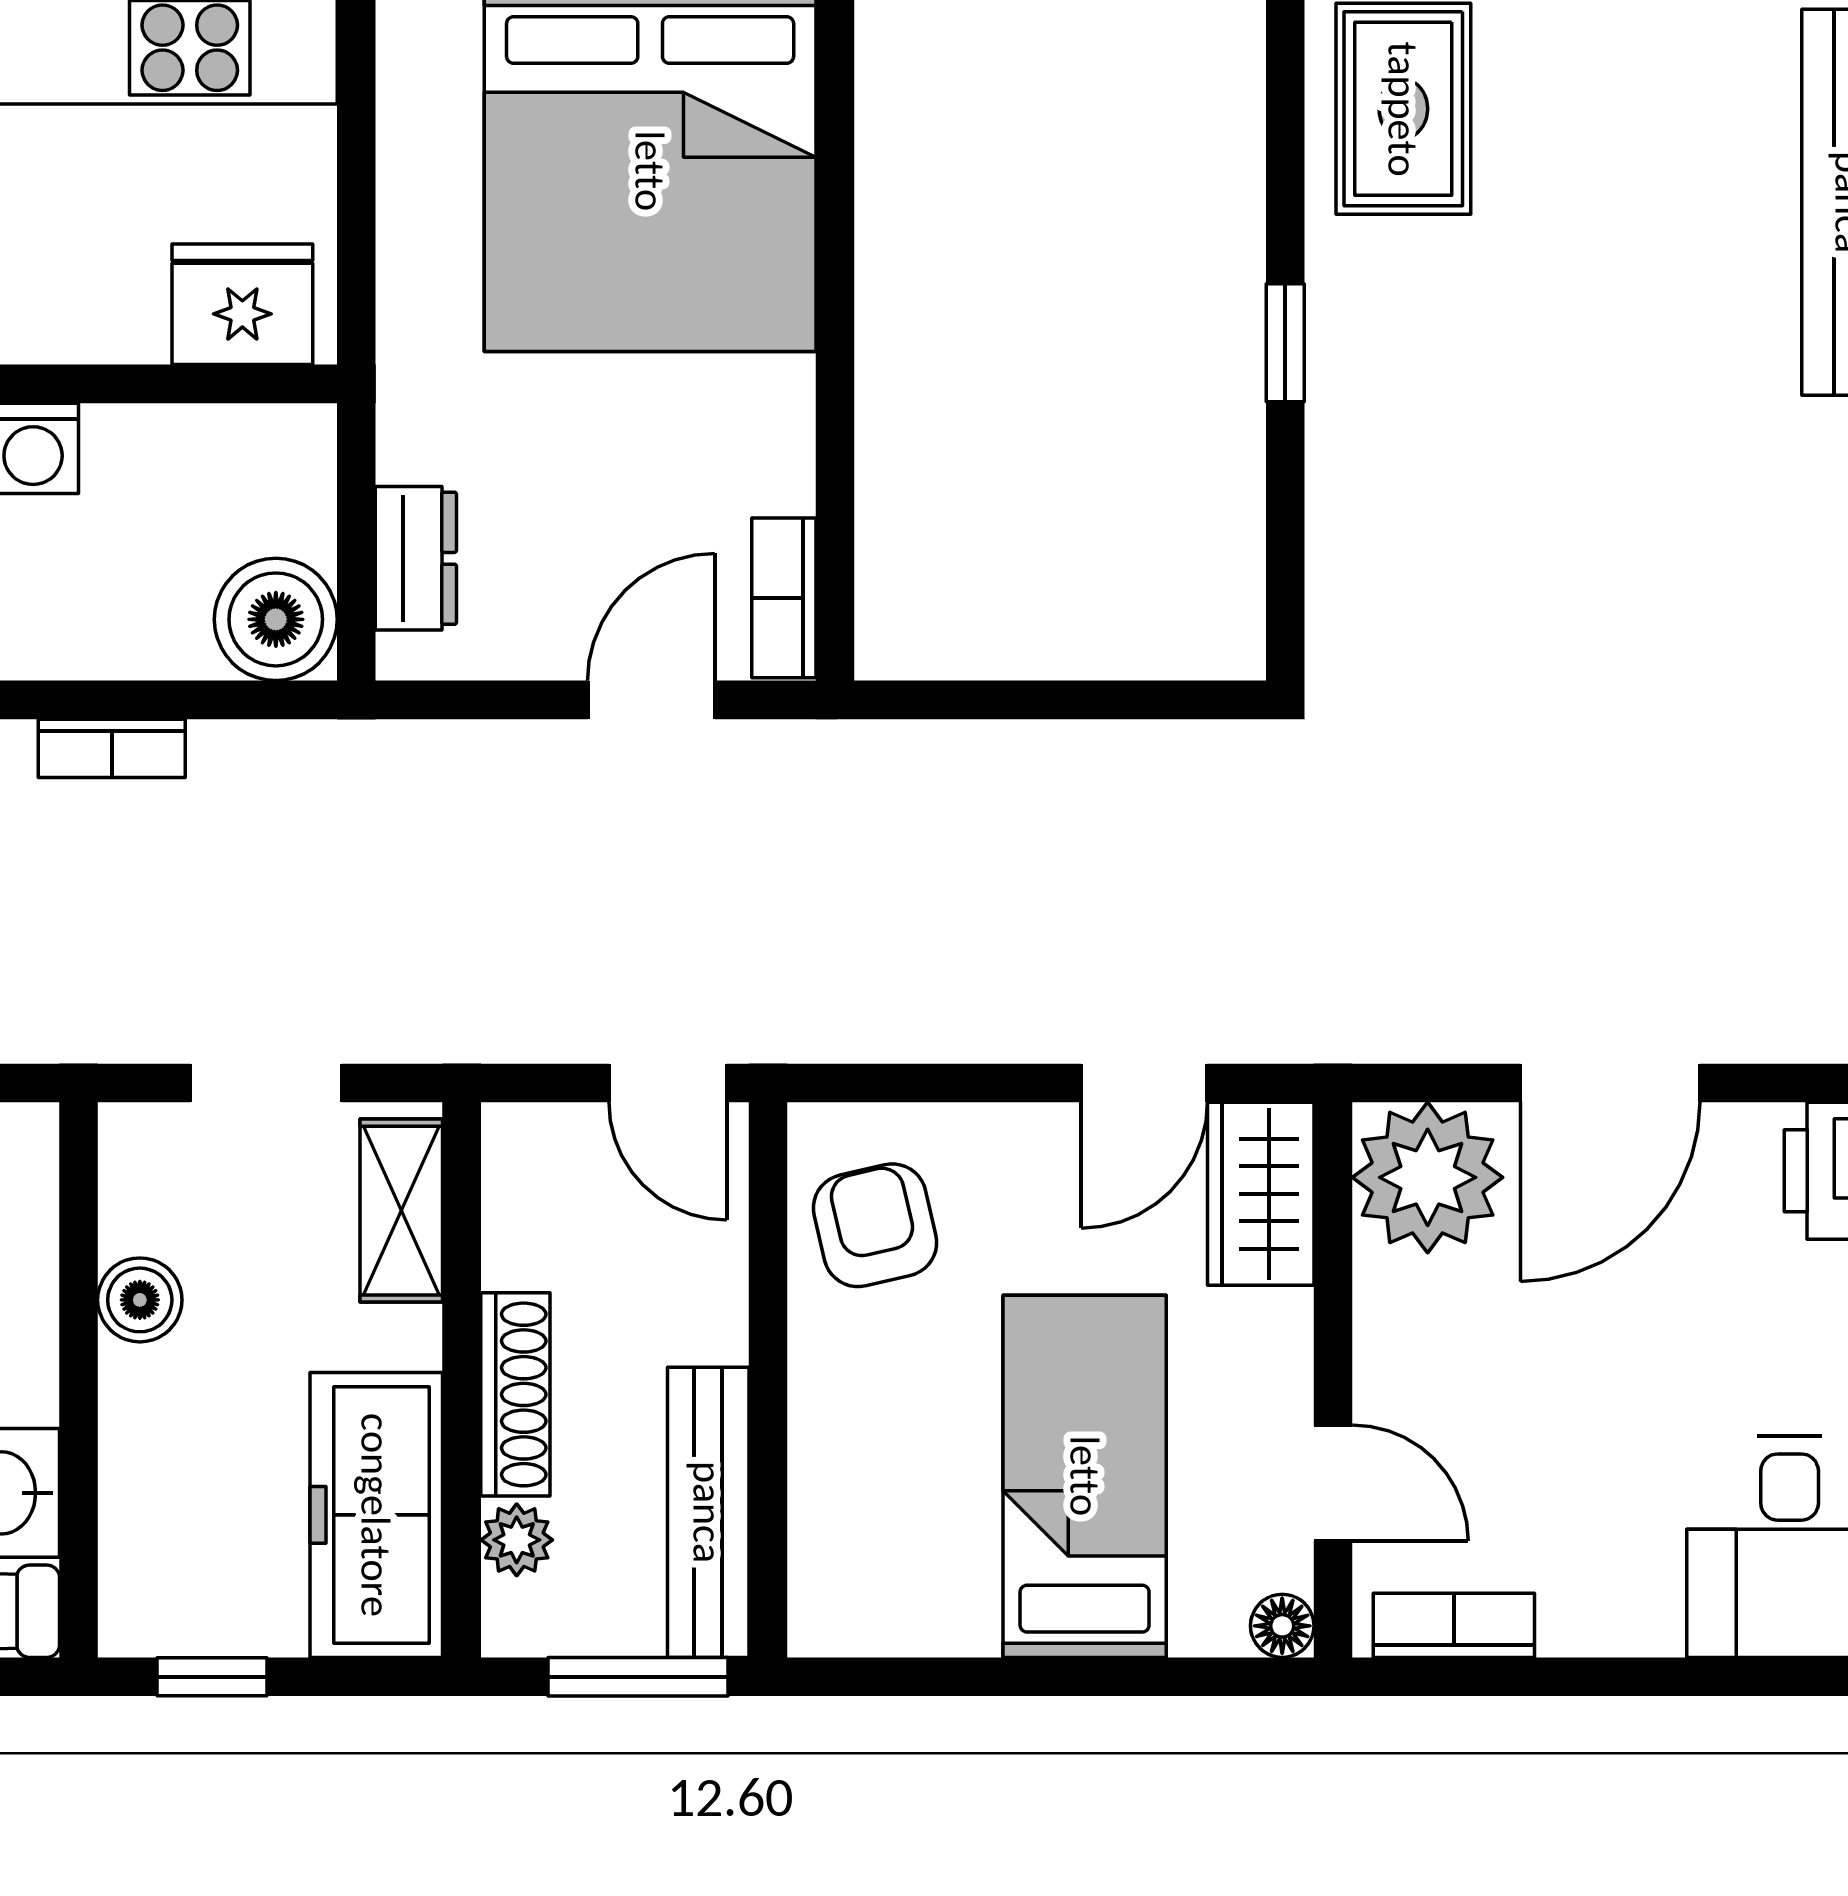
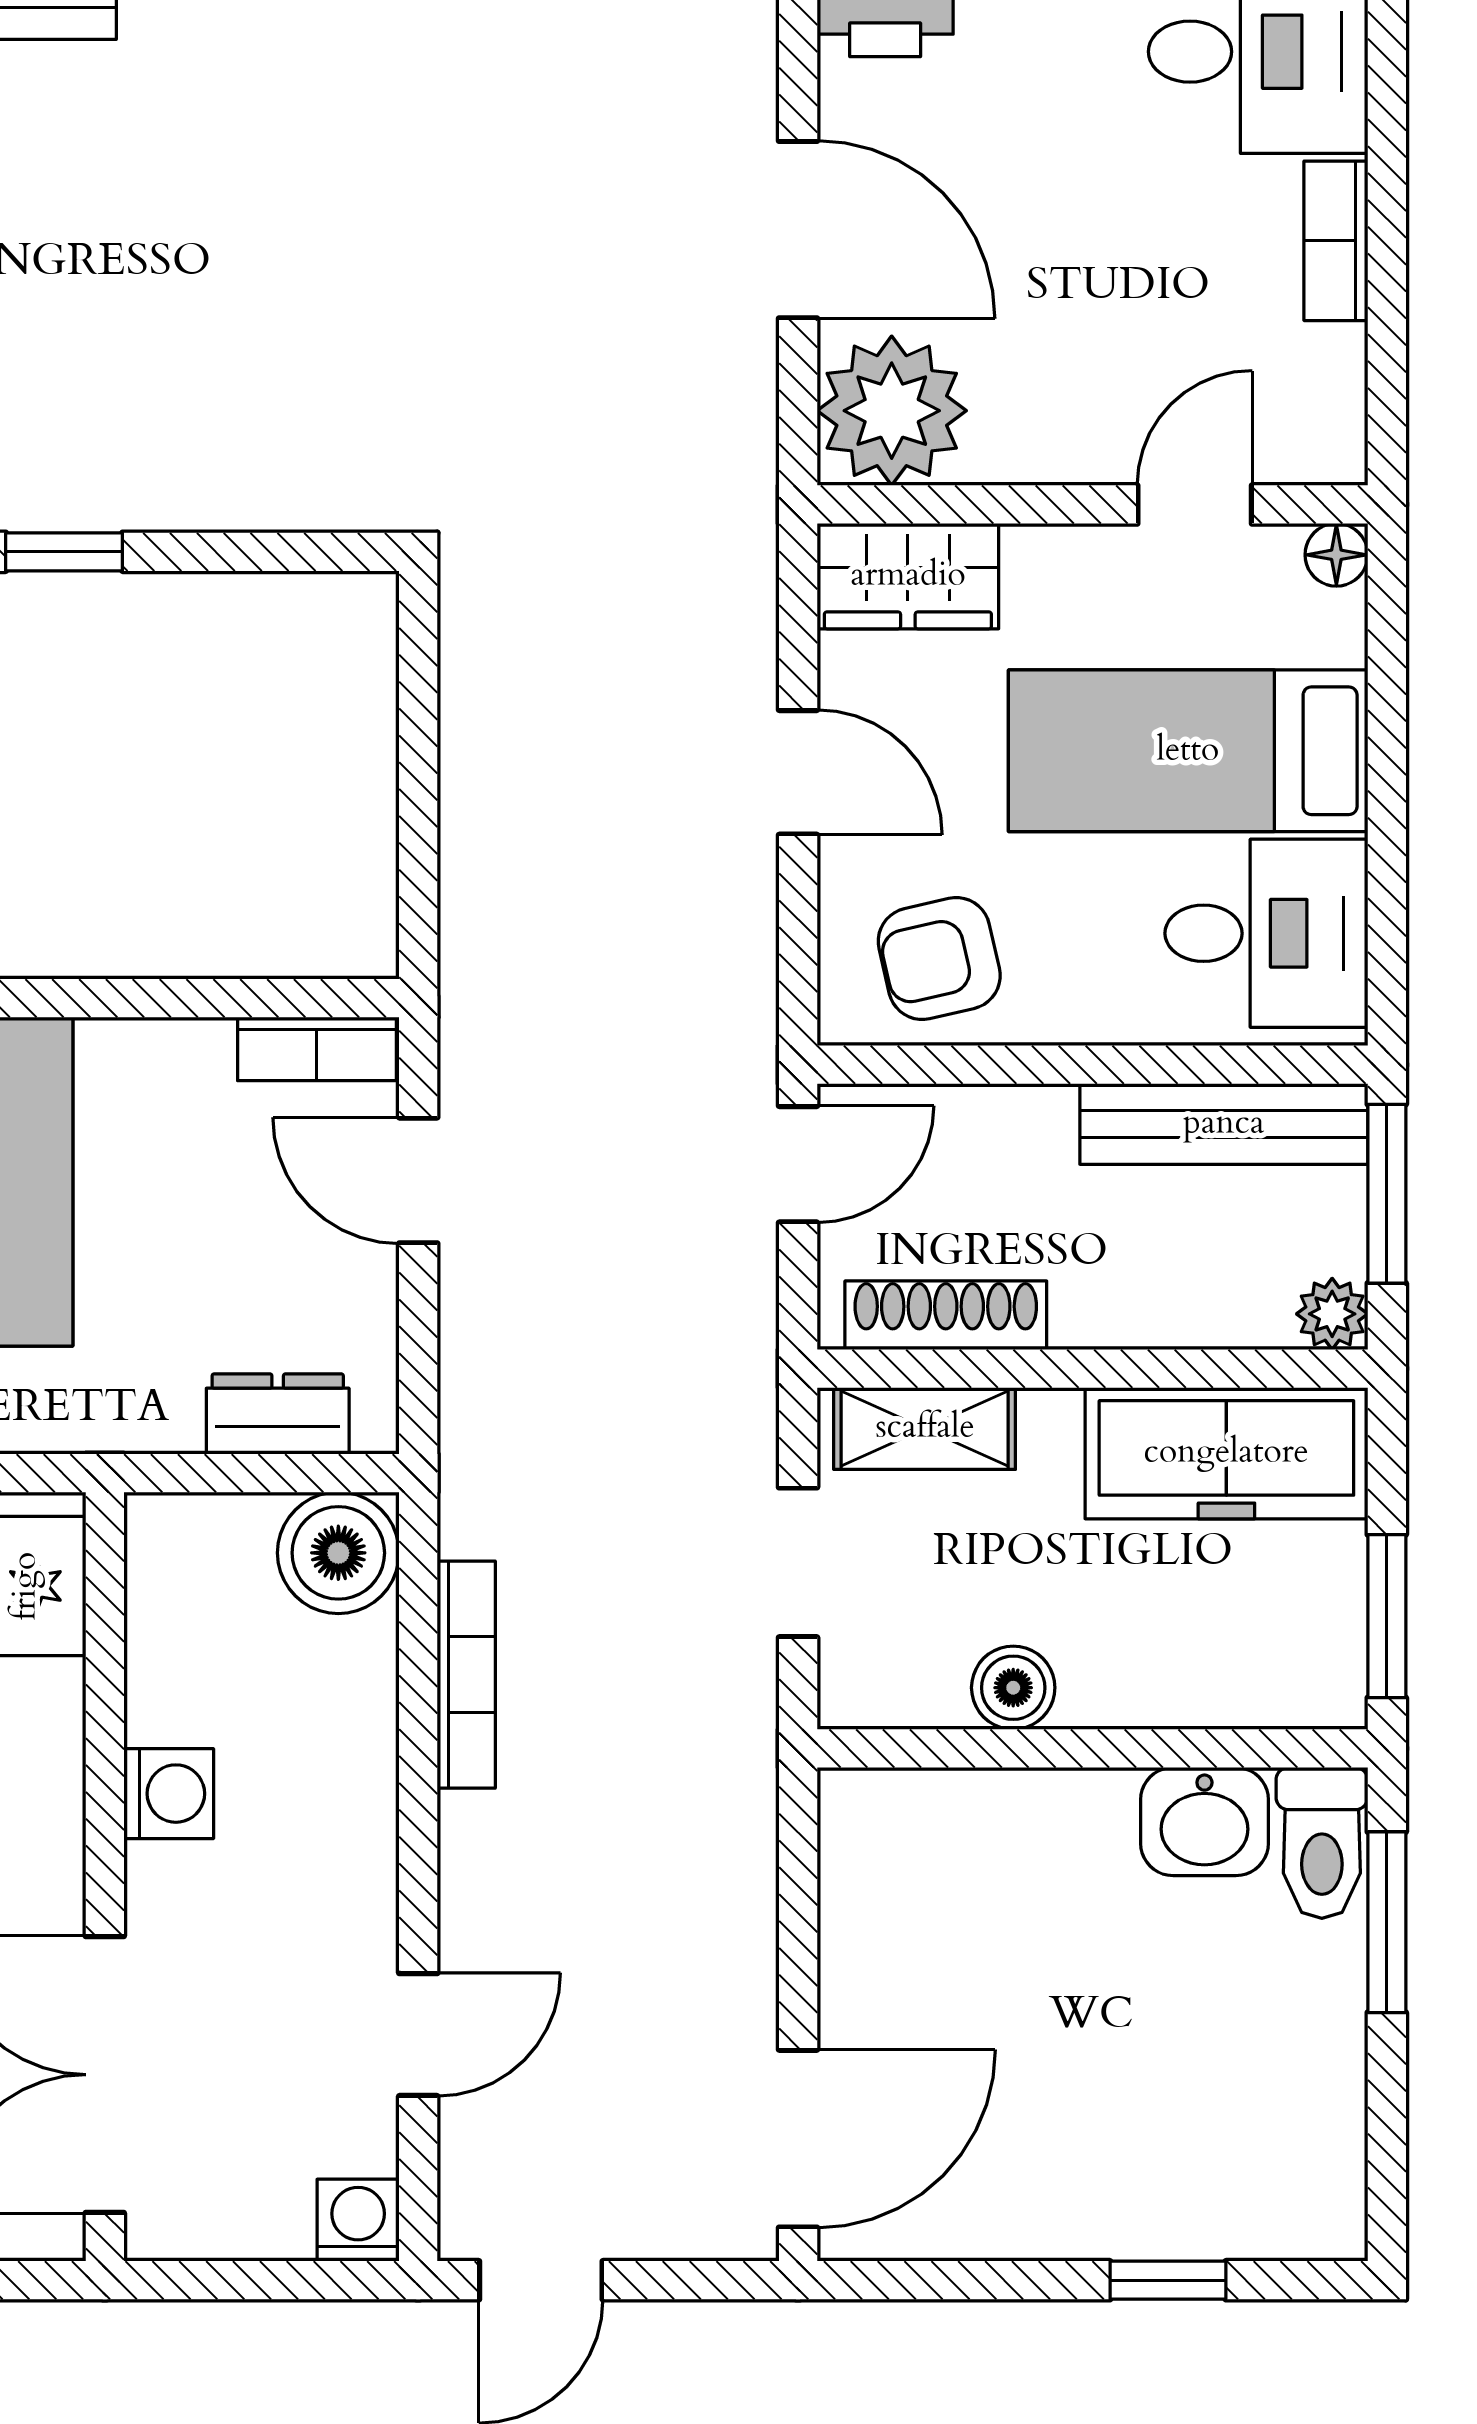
bookcase: (112, 748) -> (466, 1675), width x1.56
door: (1144, 1083) -> (798, 772), moved
shoe rack: (515, 1394) -> (946, 1315), moved
plant: (517, 1540) -> (1332, 1314), moved
desk: (901, 1555) -> (1266, 933), added
bookcase: (1454, 1625) -> (1336, 241), moved
window: (212, 1677) -> (1387, 1616), width x1.50

